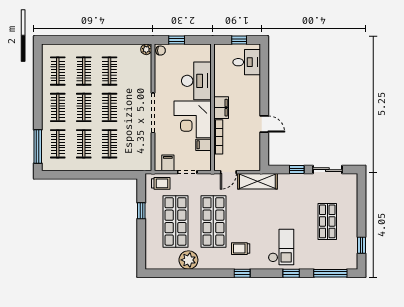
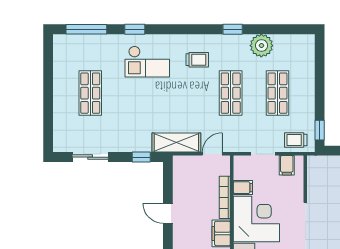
window: (297, 170) -> (141, 157), moved
window: (141, 211) -> (320, 130), moved
shop shelf: (176, 221) -> (277, 93), width x0.70, depth x0.74
shop shelf: (213, 221) -> (231, 93), width x0.70, depth x0.74
window: (361, 245) -> (48, 64), removed
checkout: (281, 247) -> (147, 62), turned -90
window: (242, 273) -> (233, 29), moved

